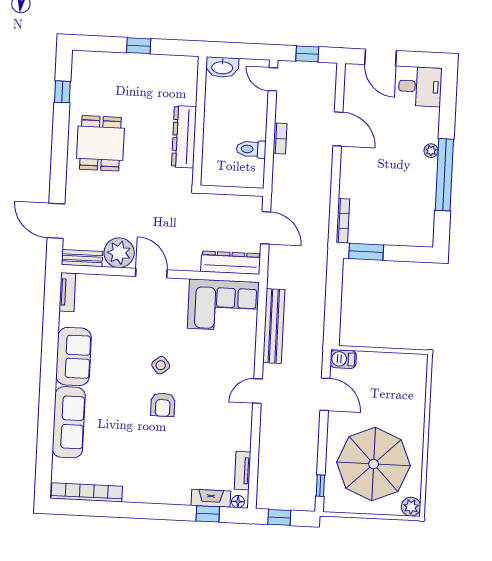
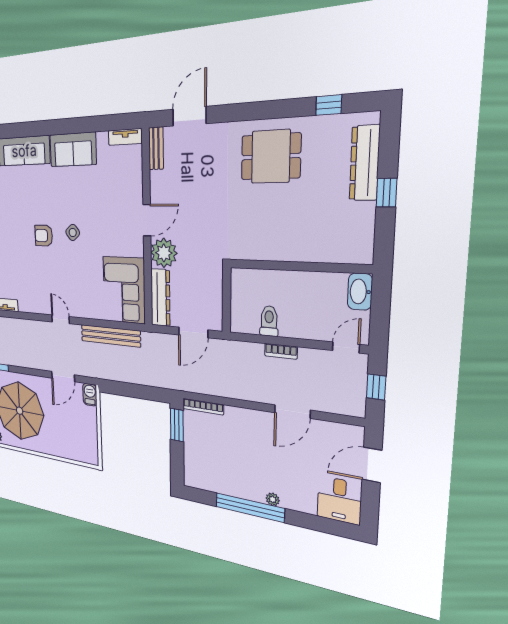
dresser: (184, 137) -> (365, 163), moved, turned -90
plant: (119, 253) -> (164, 253), moved

